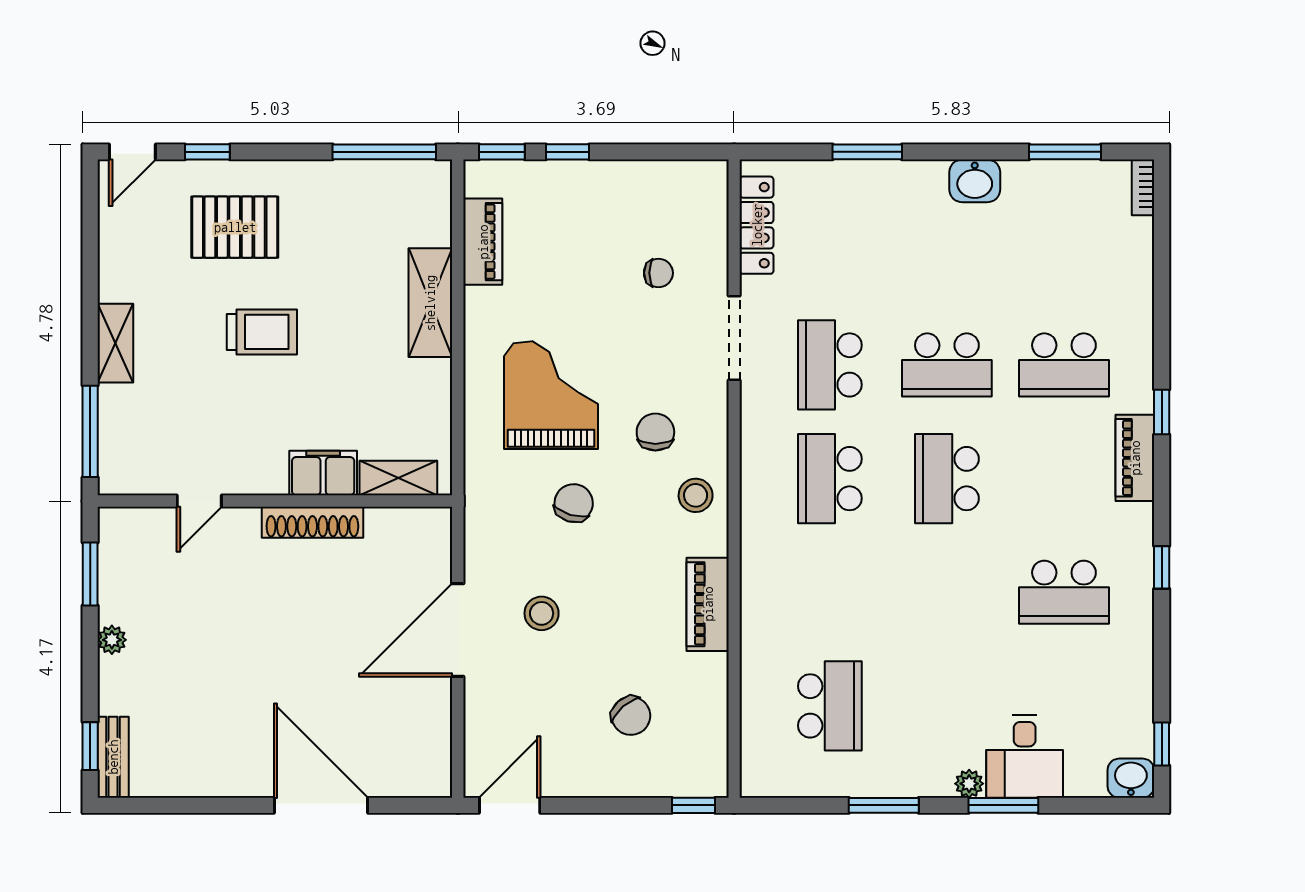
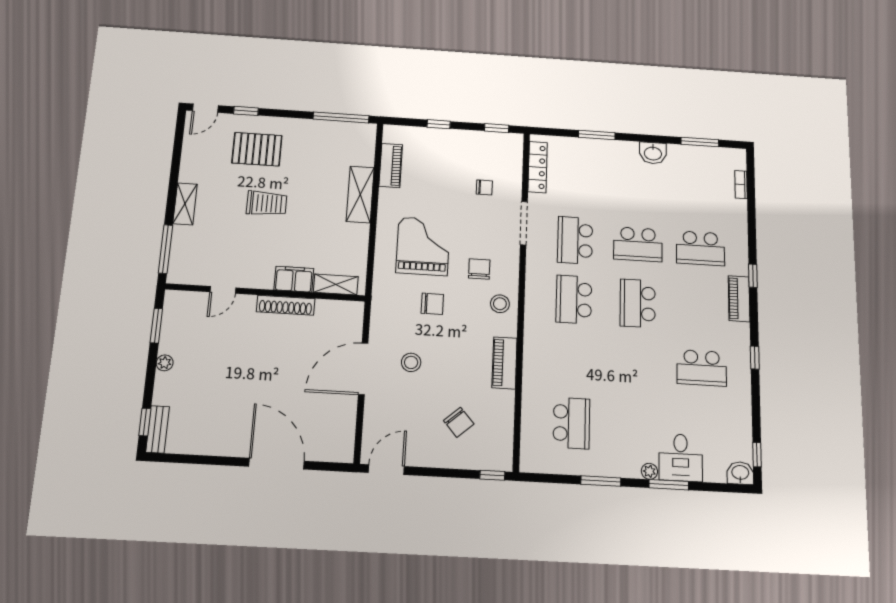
window: (502, 152) -> (497, 128), moved
bookcase: (1143, 187) -> (741, 185), moved
chair: (574, 503) -> (432, 304), turned 73

